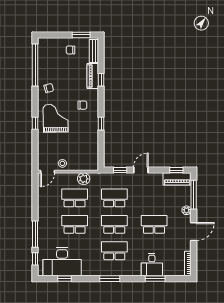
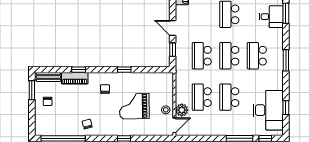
grand piano: (56, 118) -> (134, 106), moved
door: (47, 172) -> (174, 125), hinge flipped
plant: (84, 179) -> (182, 110), moved

